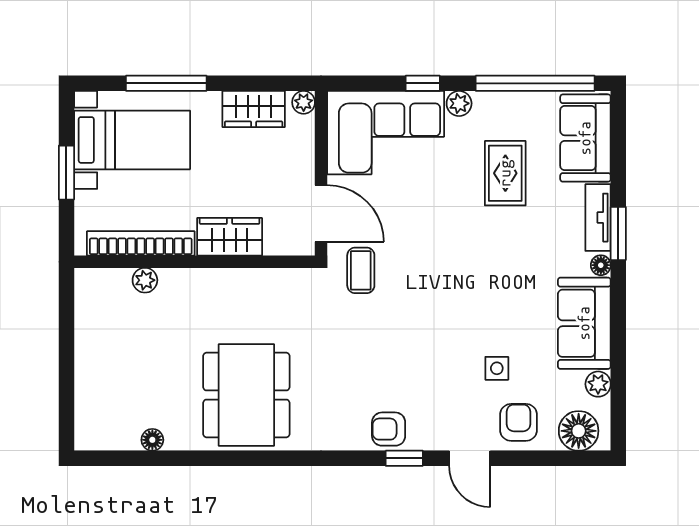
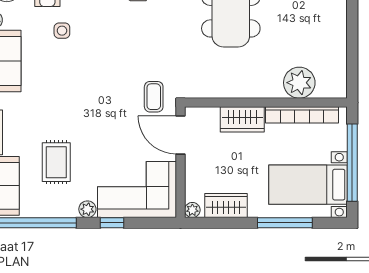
window: (66, 173) -> (352, 163), width x2.11
plant: (145, 280) -> (299, 83), width x1.88, depth x1.88

